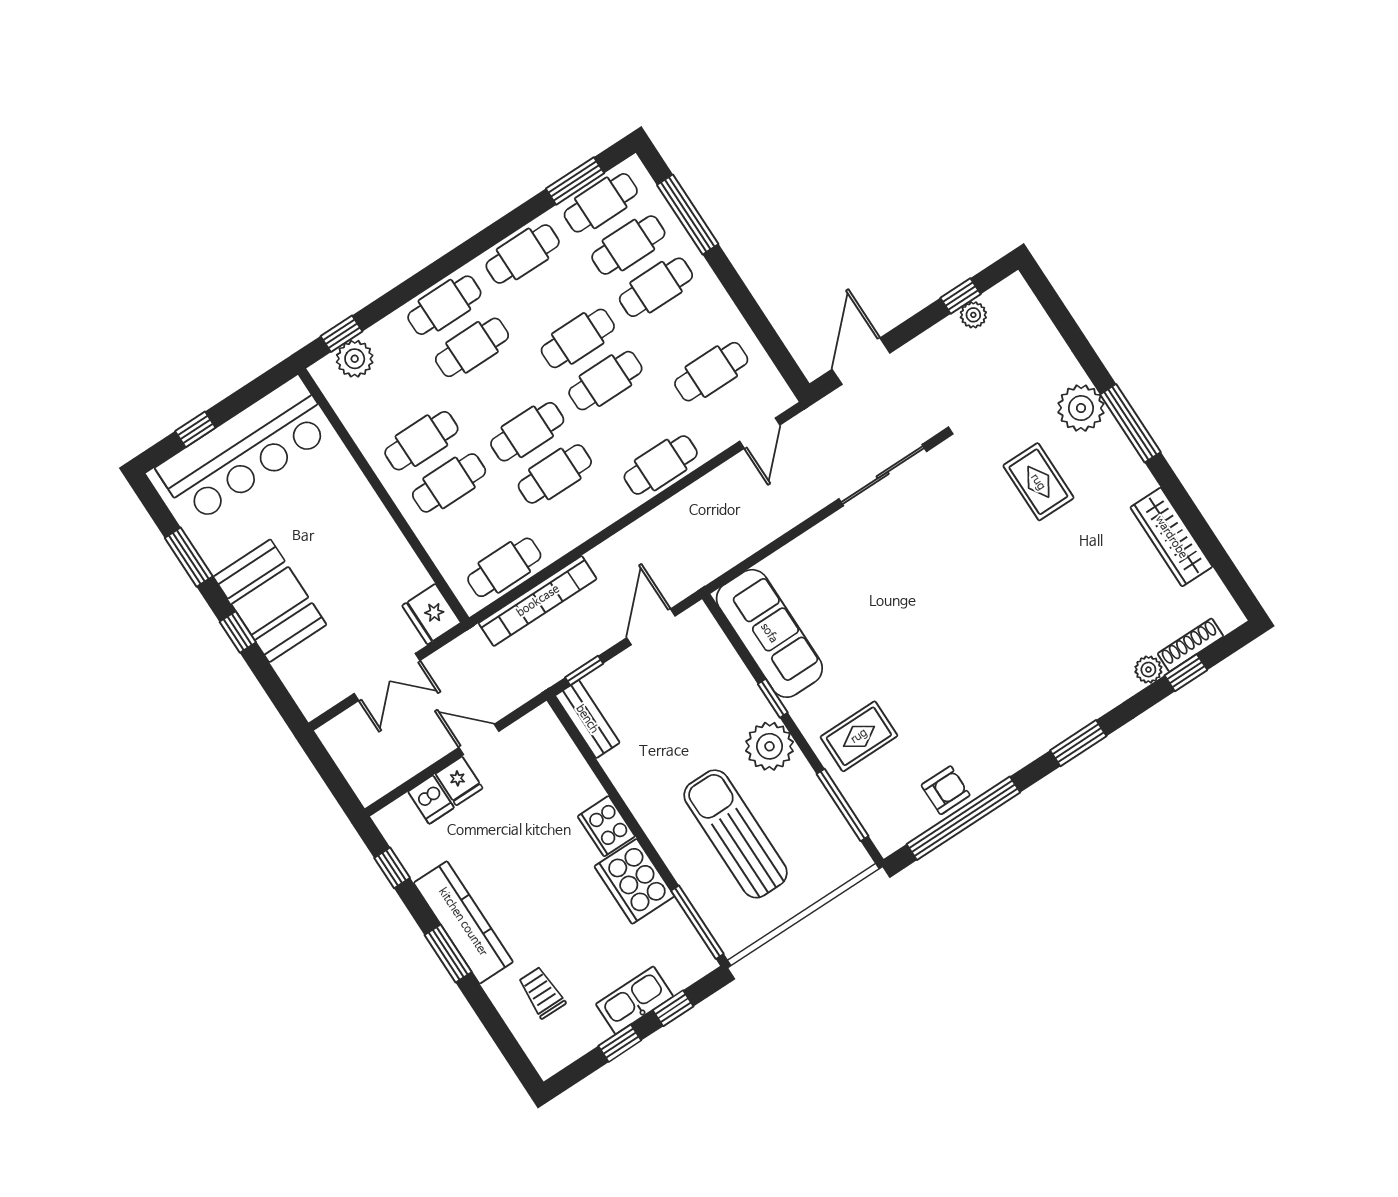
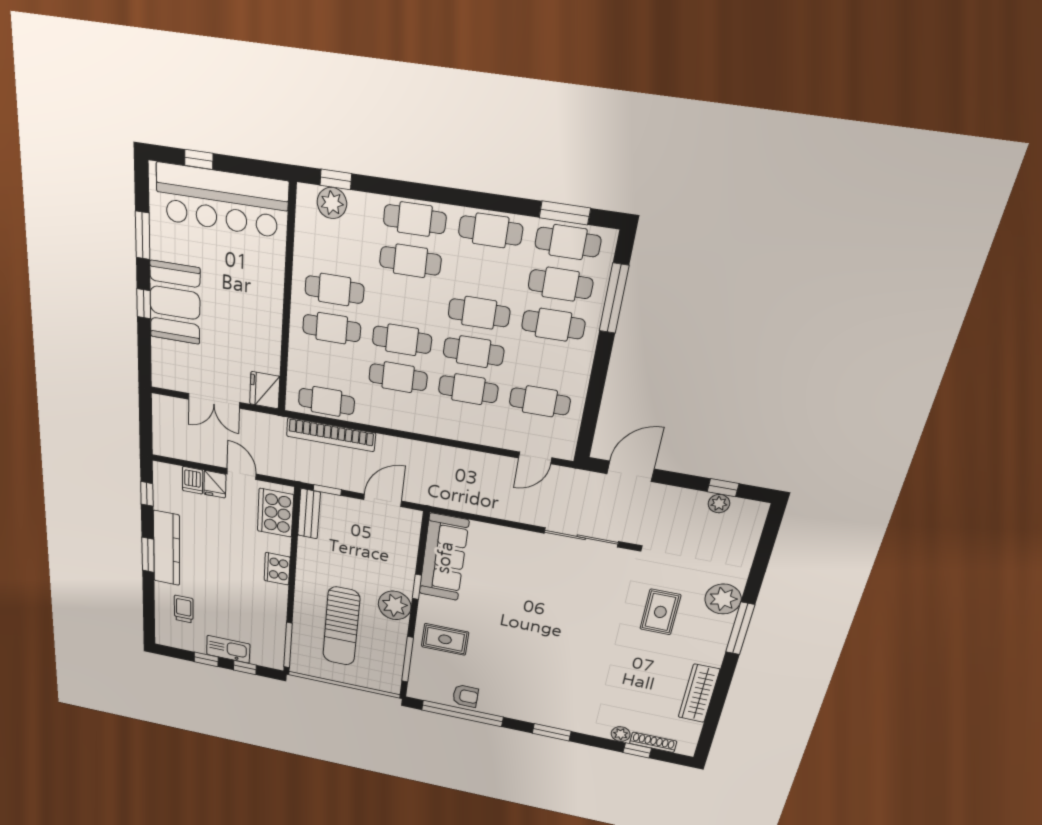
cafe table: (661, 465) -> (468, 389), moved
sun lounger: (736, 834) -> (341, 626), turned 180
cooker: (634, 881) -> (275, 513), moved

